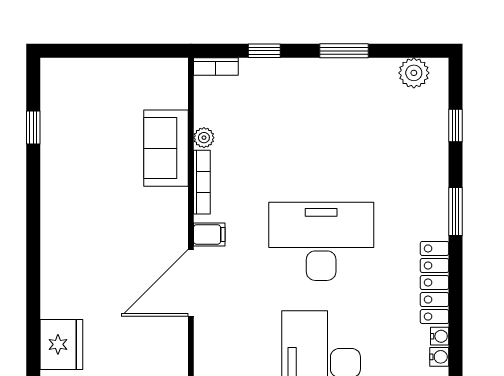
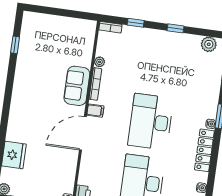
window: (344, 51) -> (175, 28), width x0.67
sofa: (166, 148) -> (77, 86), moved
desk: (321, 241) -> (151, 122), turned -90
water cooler: (440, 336) -> (211, 124), moved

